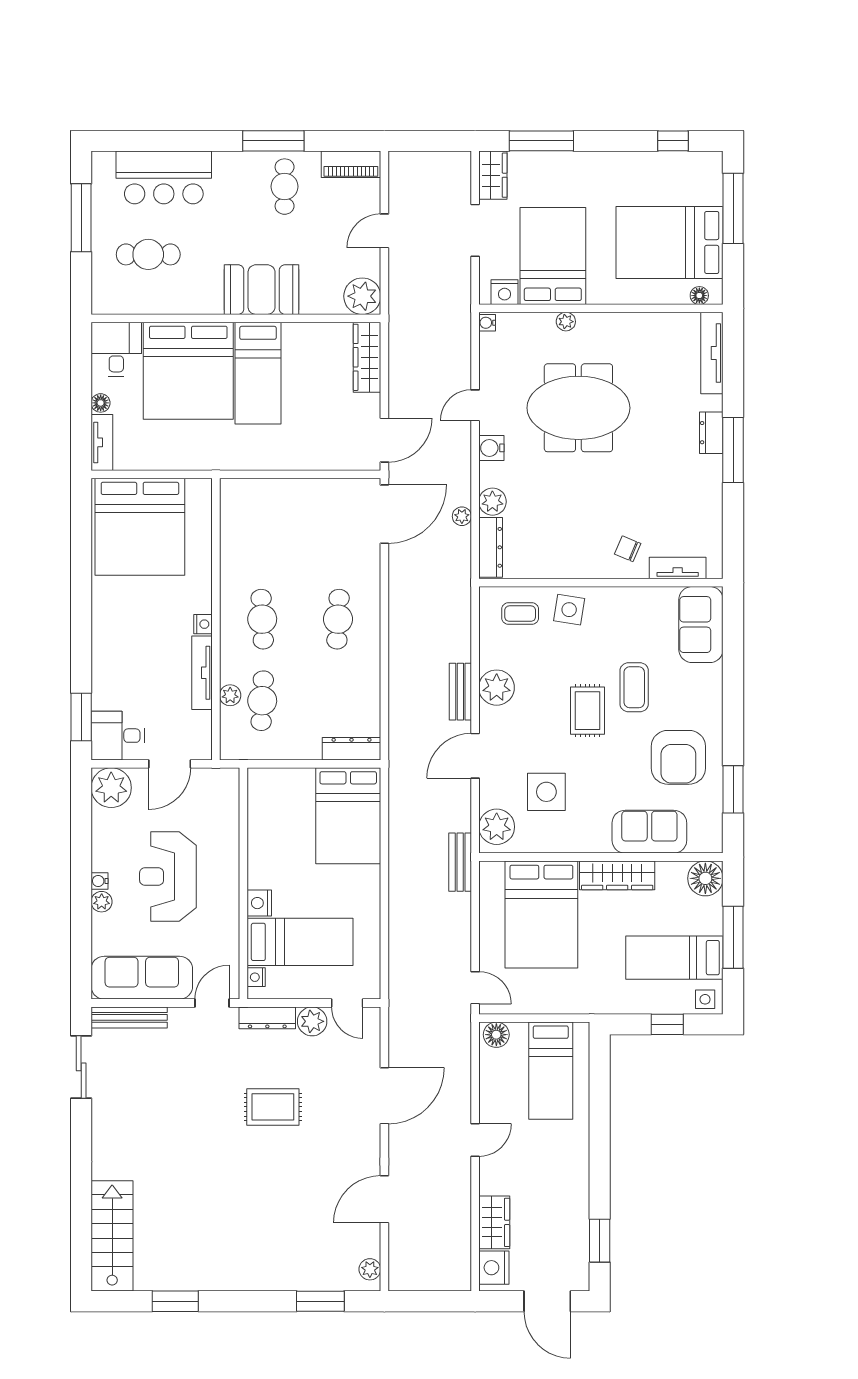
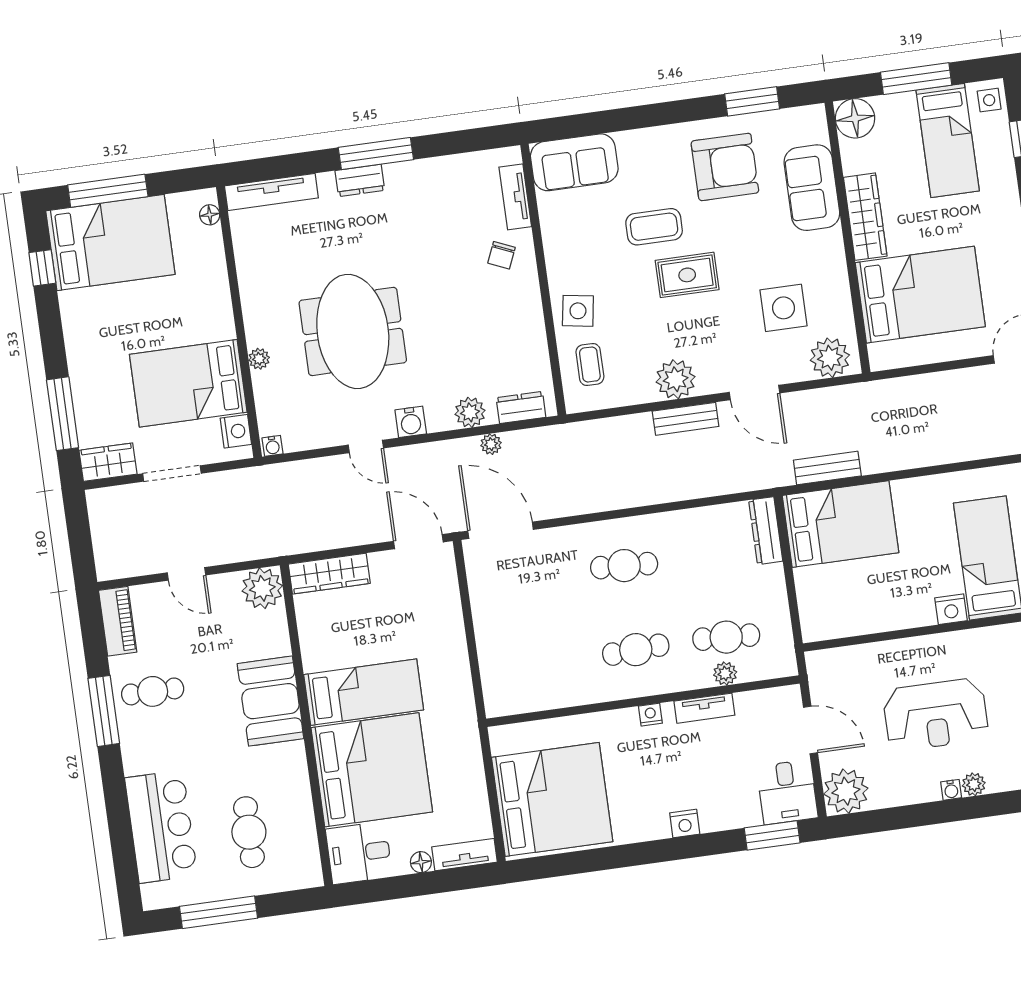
bed: (670, 242) -> (110, 243), moved, turned -90
dresser: (491, 547) -> (521, 407), width x0.70
nightstand: (102, 641) -> (685, 823), added
tv unit: (202, 673) -> (704, 708), width x0.71
bench: (460, 862) -> (827, 468), moved

